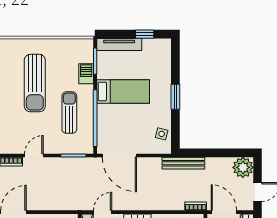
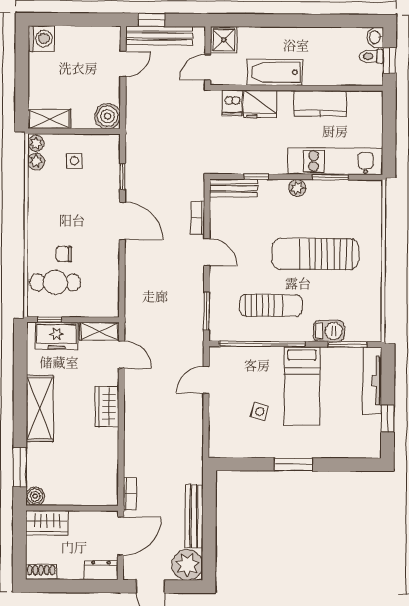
side table: (162, 134) -> (260, 411), moved
door: (119, 156) -> (206, 380), width x0.53
bench: (183, 163) -> (194, 516), moved

